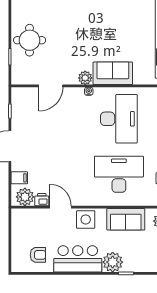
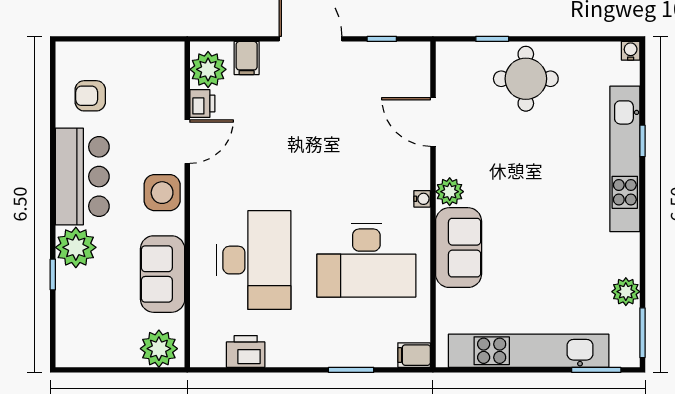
armchair: (38, 255) -> (90, 96), turned 90

